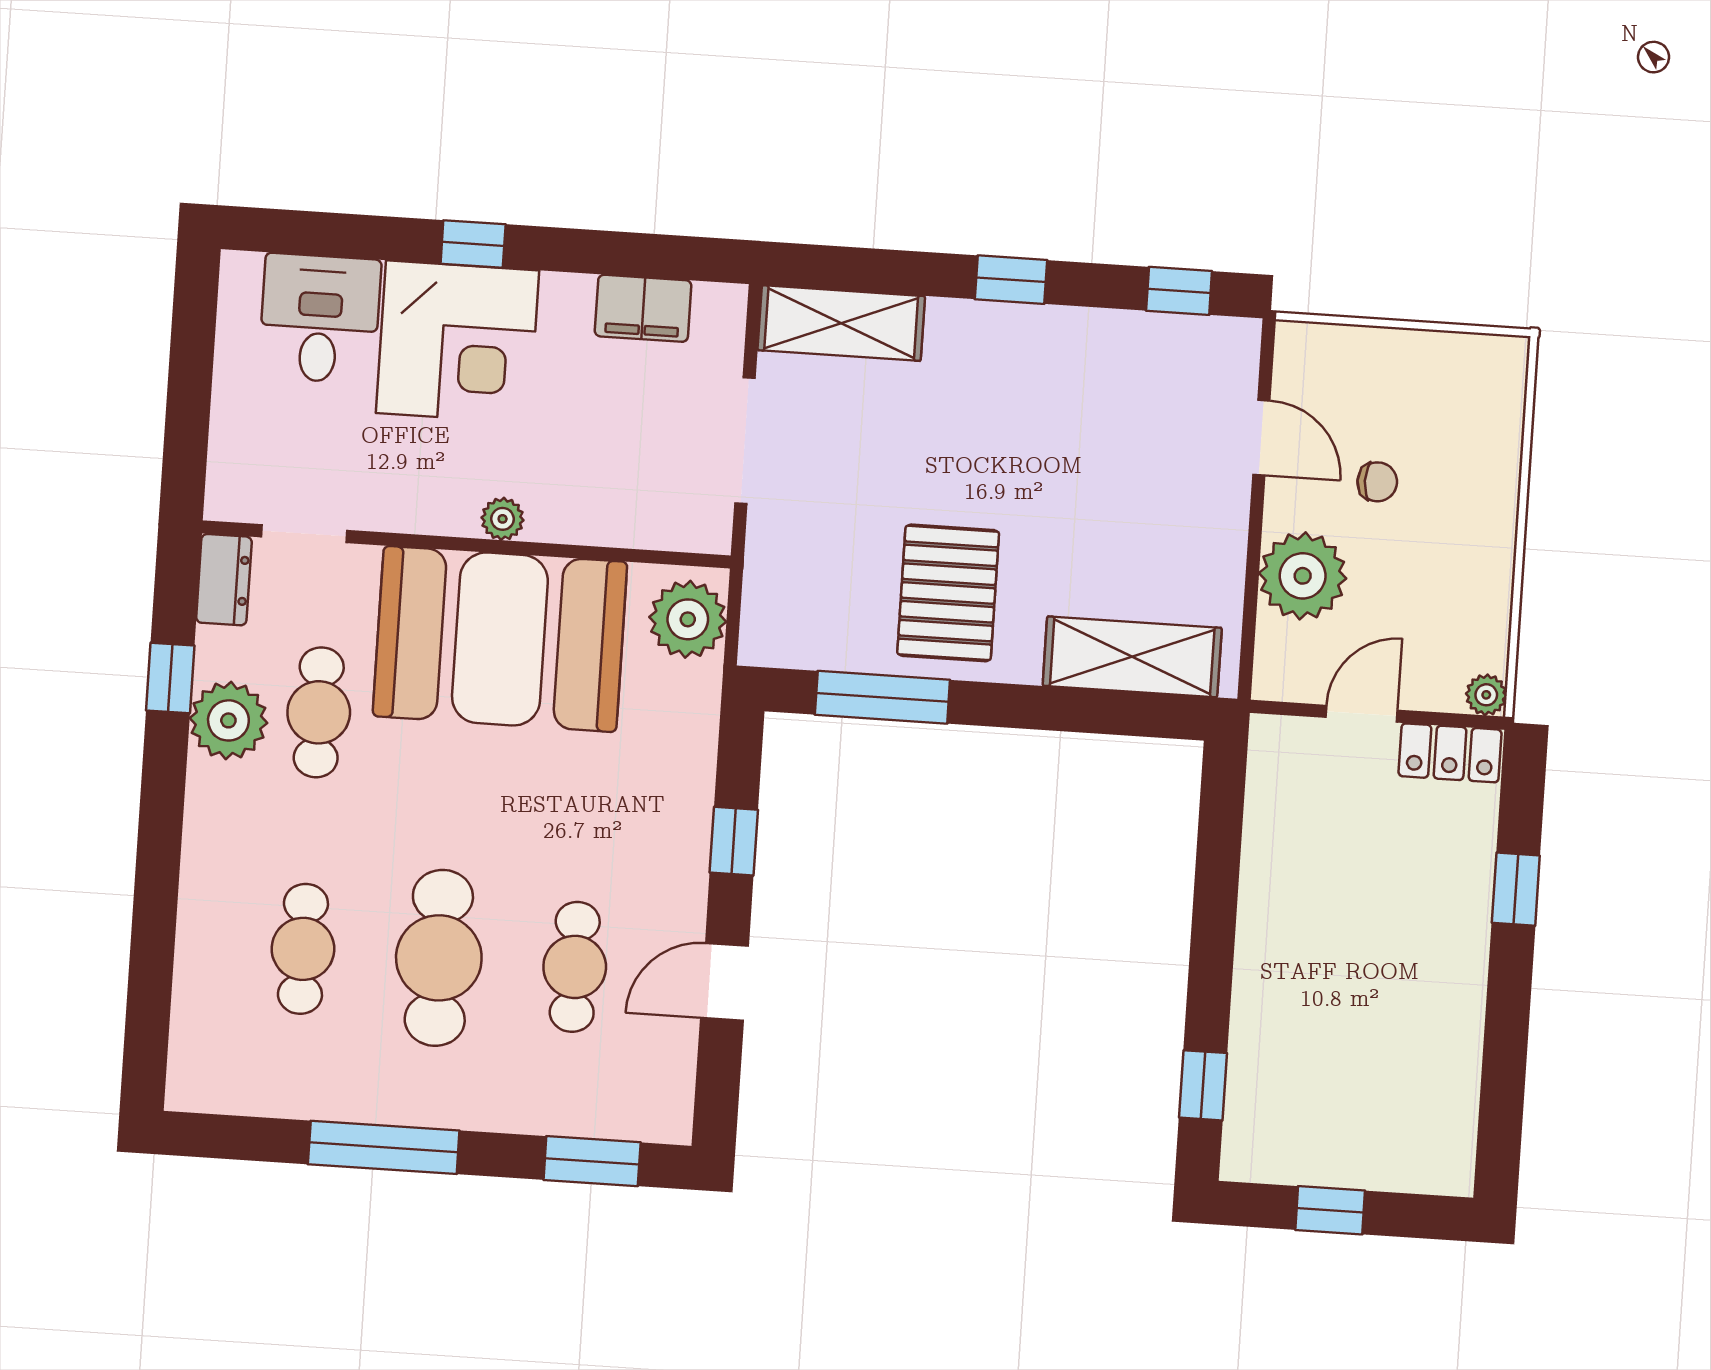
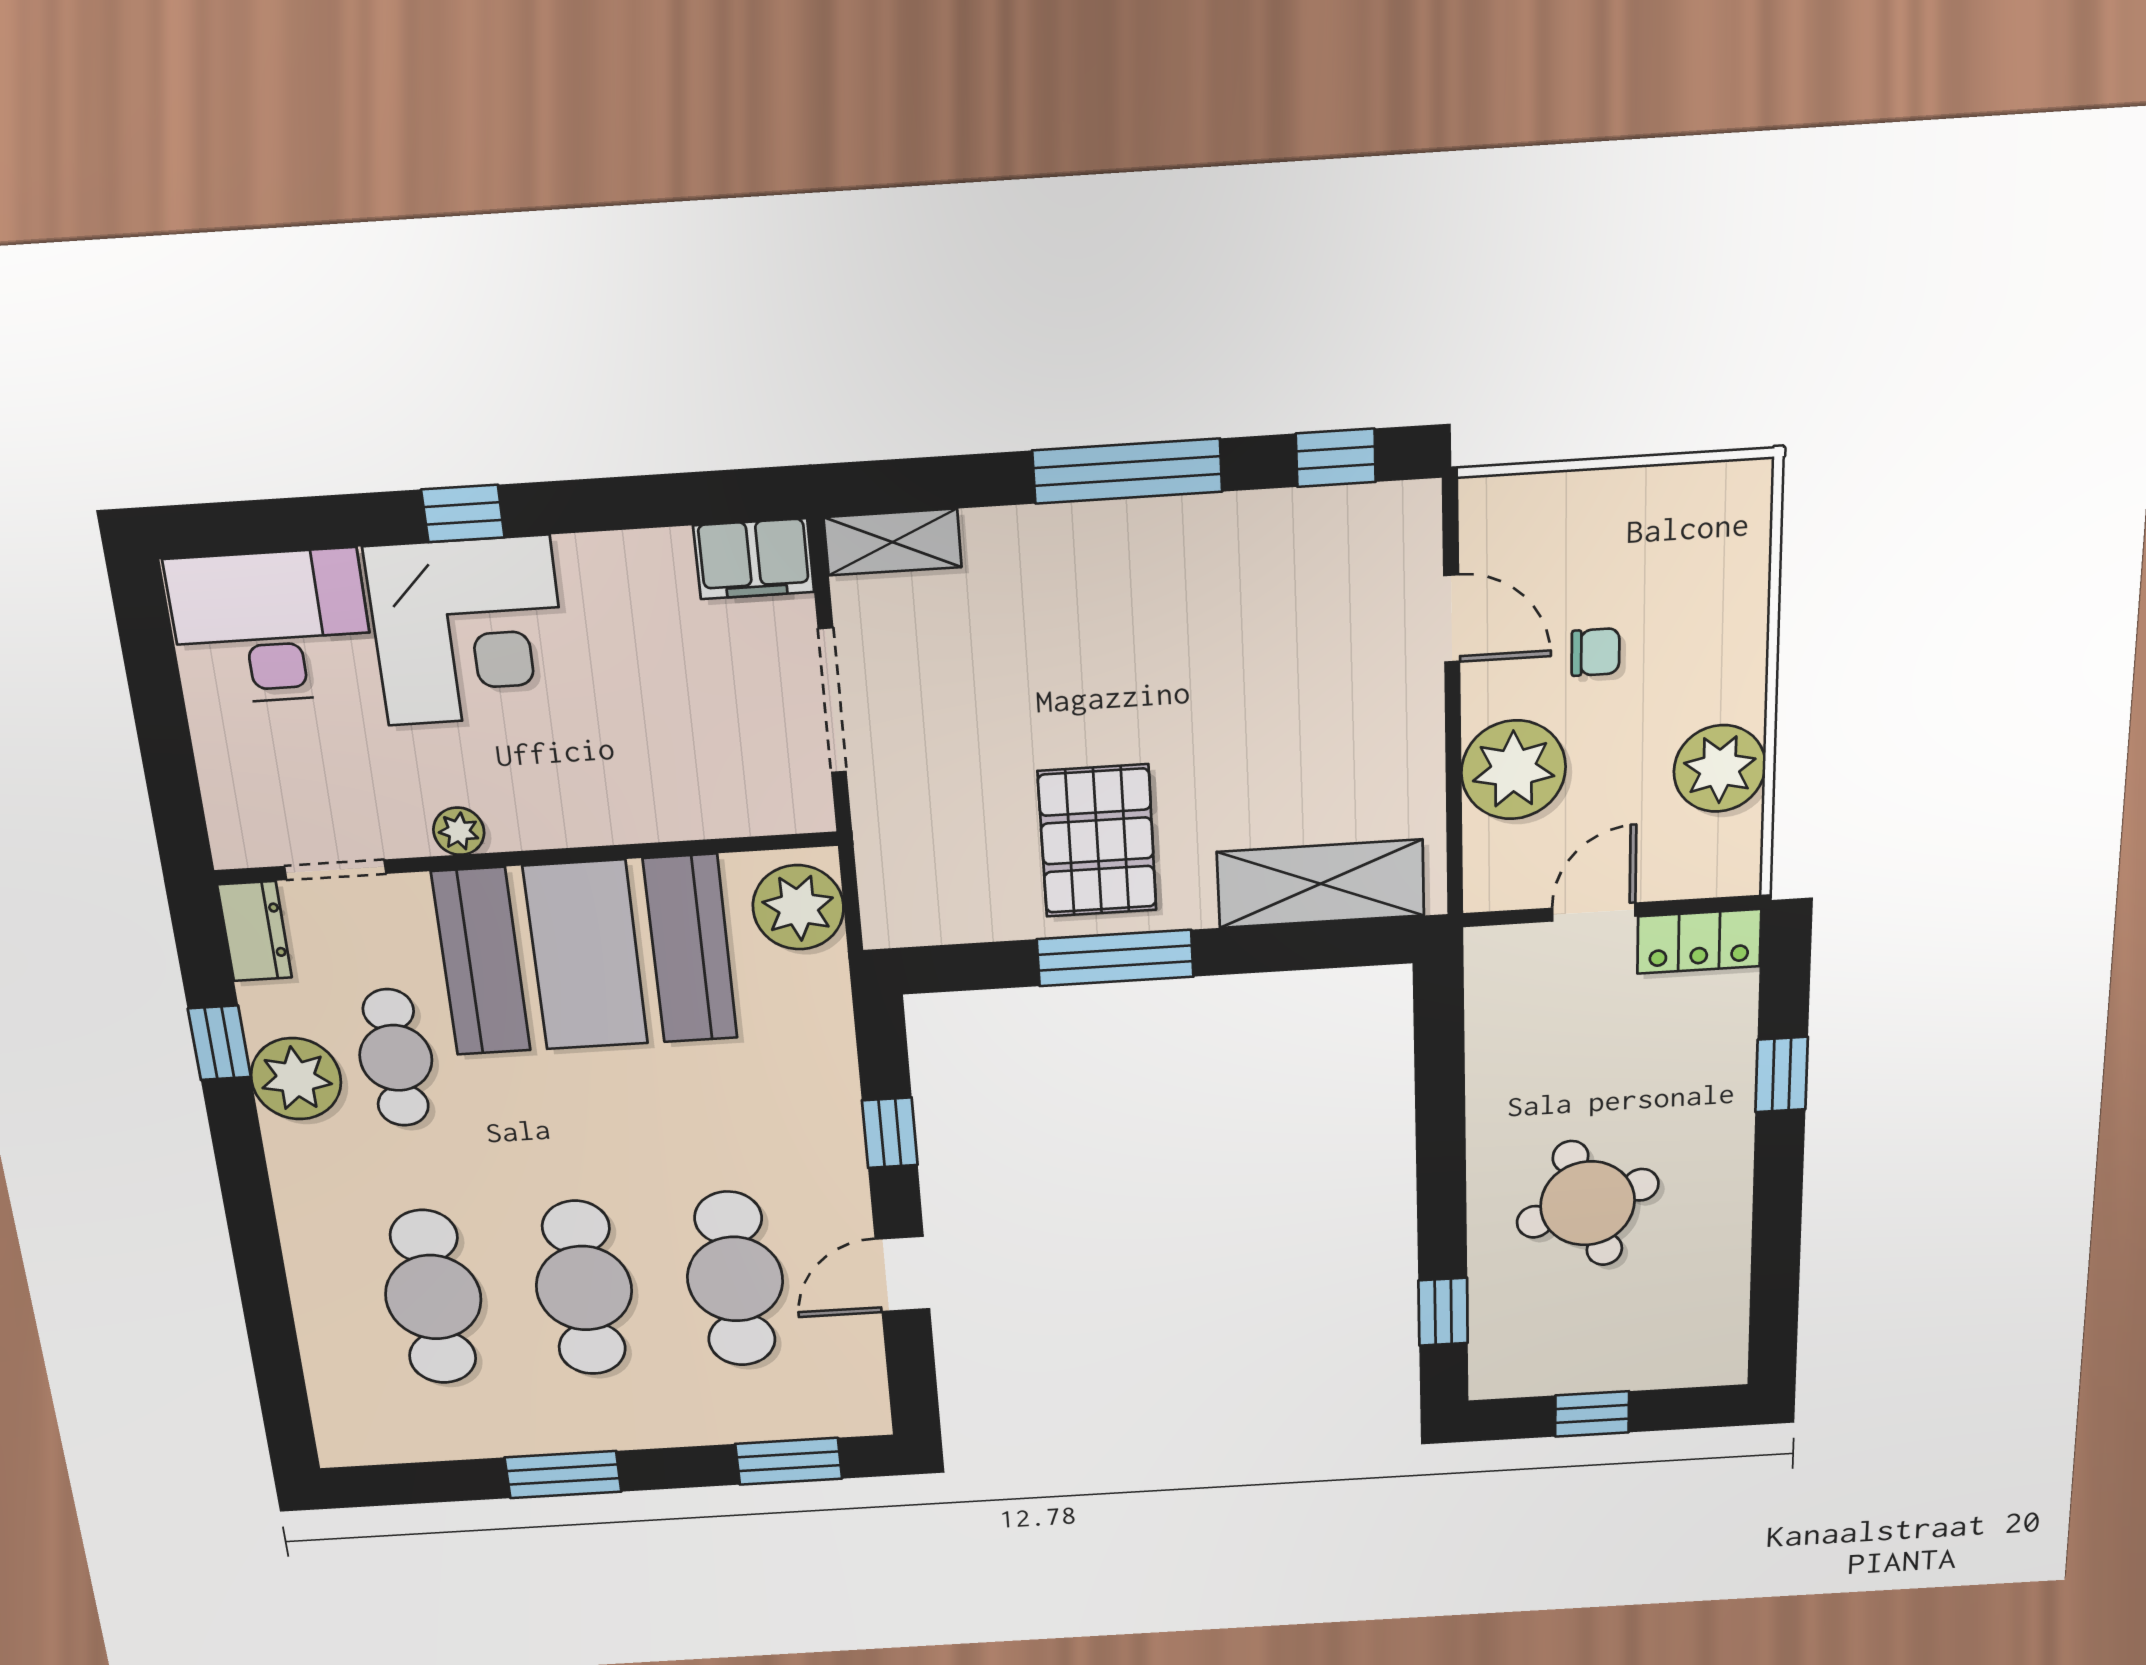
window: (1011, 280) -> (1127, 471), width x2.17
filing cabinet: (643, 308) -> (754, 559), moved
desk: (320, 318) -> (271, 627), width x1.37
shelving: (841, 323) -> (893, 542), width x0.67, depth x0.75
plant: (503, 519) -> (459, 831), moved
plant: (1486, 695) -> (1720, 769), moved, width x1.87, depth x1.87
window: (882, 697) -> (1115, 958), moved
cafe table: (303, 949) -> (433, 1297), width x1.37, depth x1.35
cafe table: (575, 967) -> (735, 1279), width x1.37, depth x1.35
round table: (1339, 993) -> (1588, 1203), added
window: (384, 1147) -> (563, 1475), width x0.69

